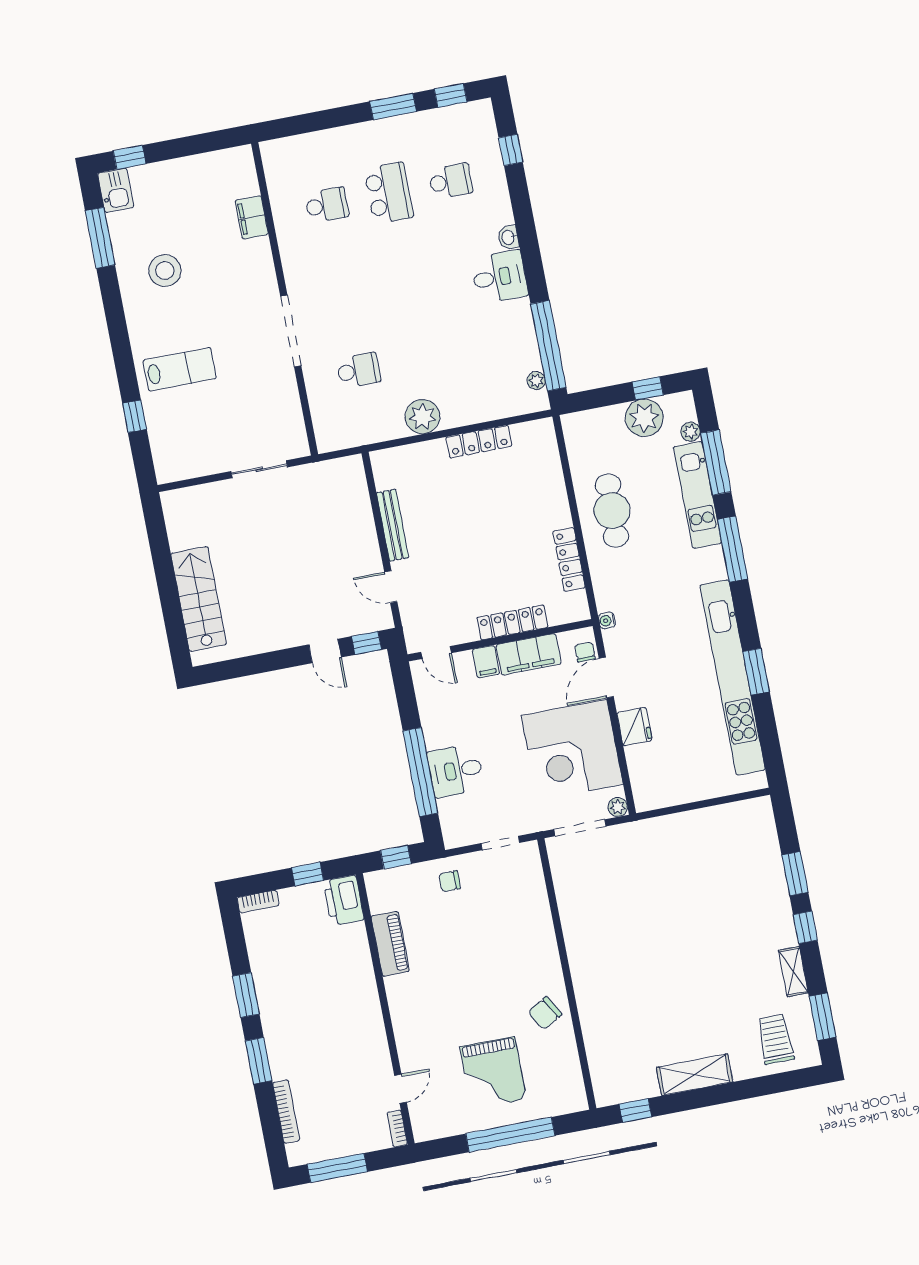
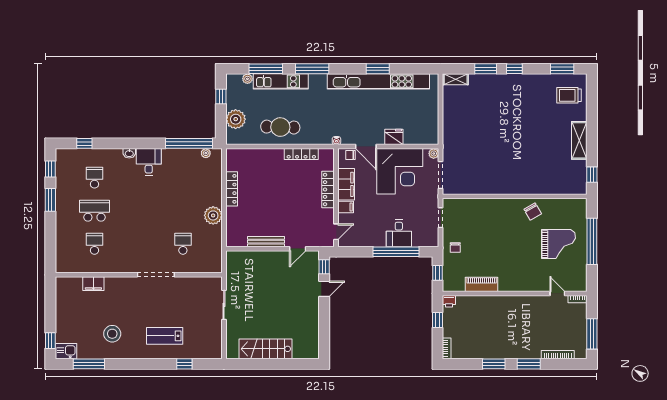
lab bench: (180, 369) -> (165, 336), turned -90
plant: (644, 418) -> (236, 119), moved
stairs: (199, 599) -> (265, 349), moved
printer: (344, 900) -> (449, 301), width x0.53, depth x0.68
shelving: (793, 972) -> (456, 79), moved

